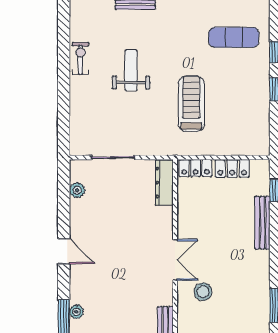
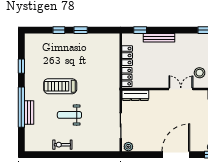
exercise mat: (234, 37) -> (50, 55), removed
treadmill: (191, 104) -> (60, 86), moved
plant: (77, 190) -> (128, 147), moved
door: (64, 251) -> (176, 155), width x1.87

